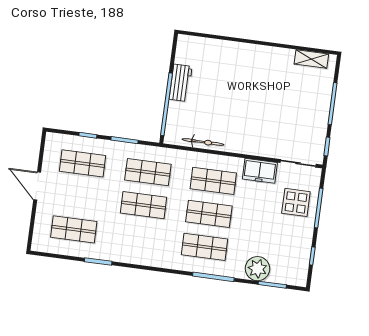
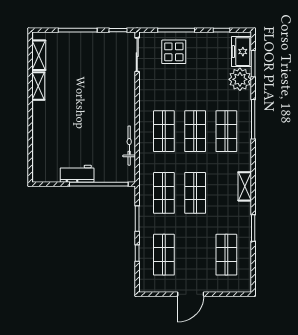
shelving: (279, 54) -> (38, 86), added
freezer: (260, 171) -> (241, 52), moved, turned 180
shelving: (143, 259) -> (245, 186), added

